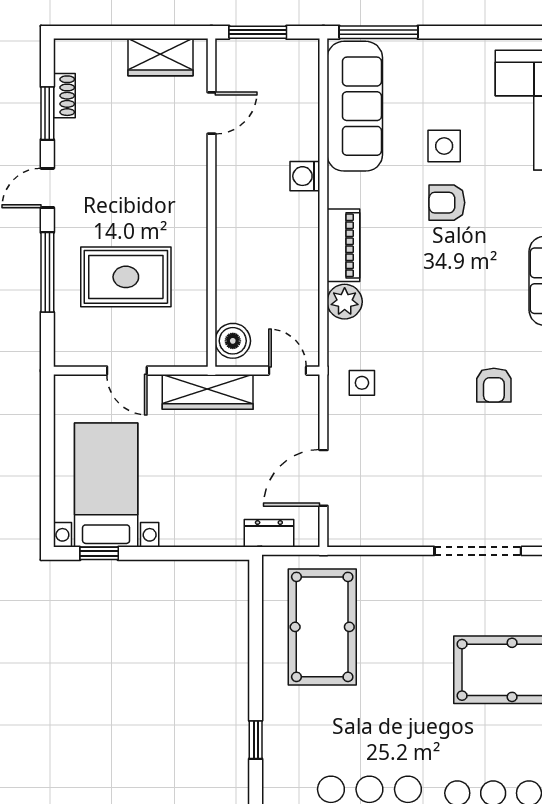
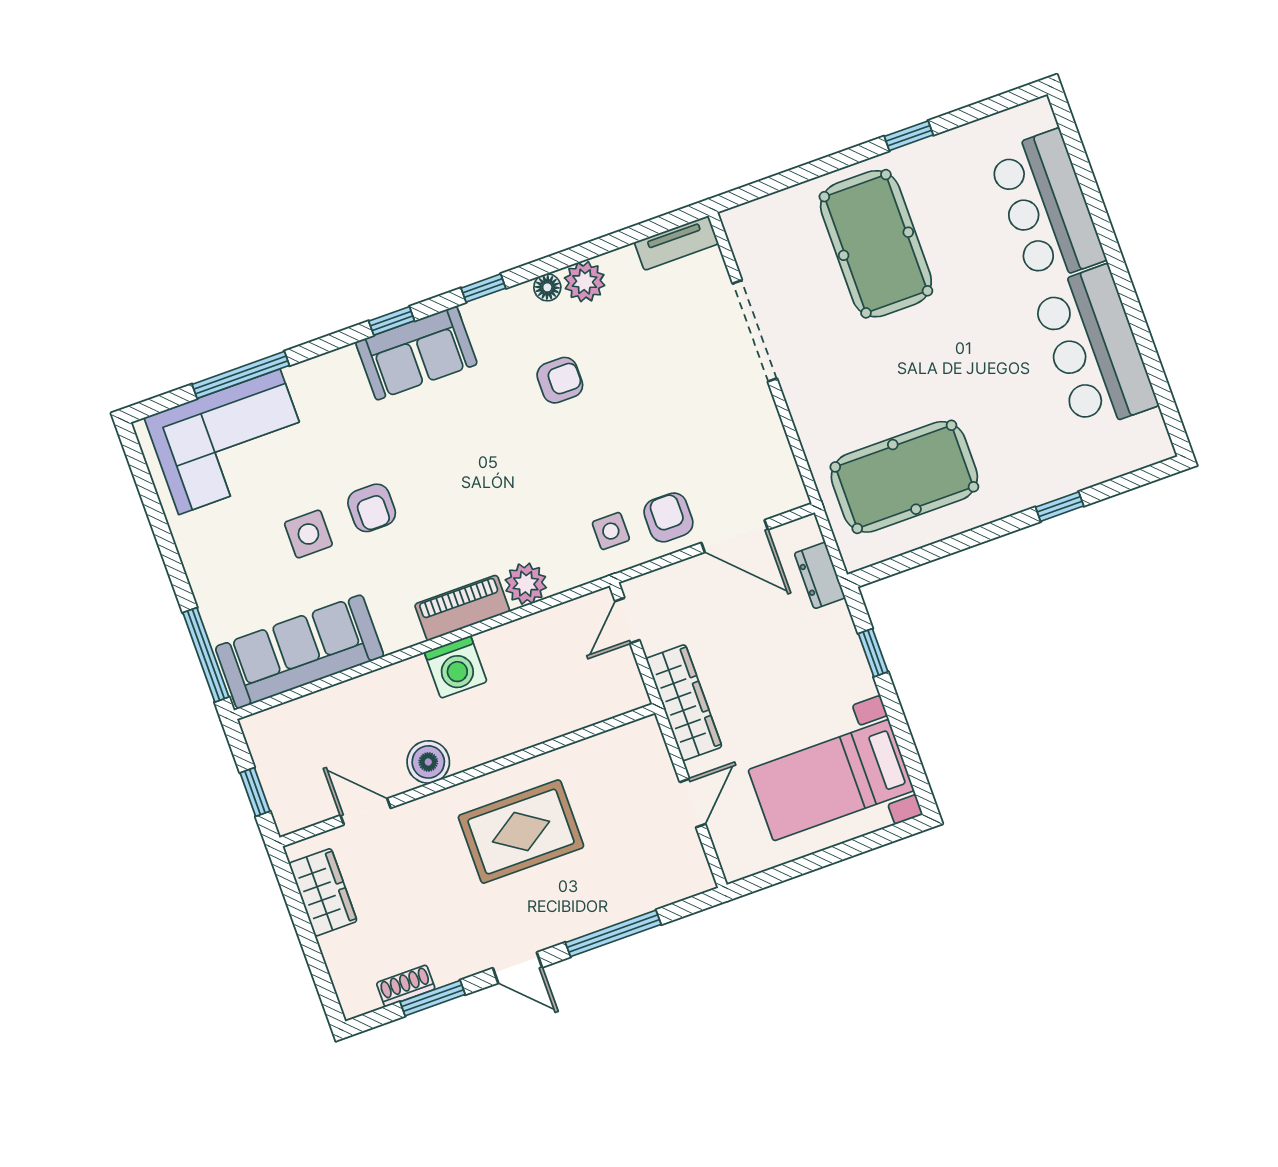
window: (258, 32) -> (255, 792), width x0.67
washing machine: (305, 176) -> (456, 667), moved, width x1.38, depth x1.38
rug: (126, 277) -> (521, 832), moved, turned 90
boiler: (233, 341) -> (428, 762), moved
armchair: (356, 432) -> (668, 517), added
window: (99, 553) -> (873, 653), moved

